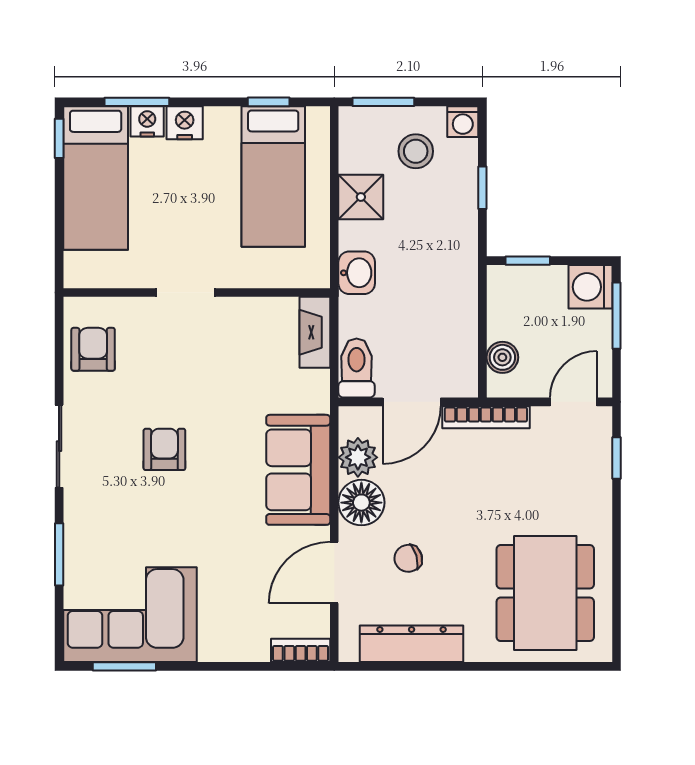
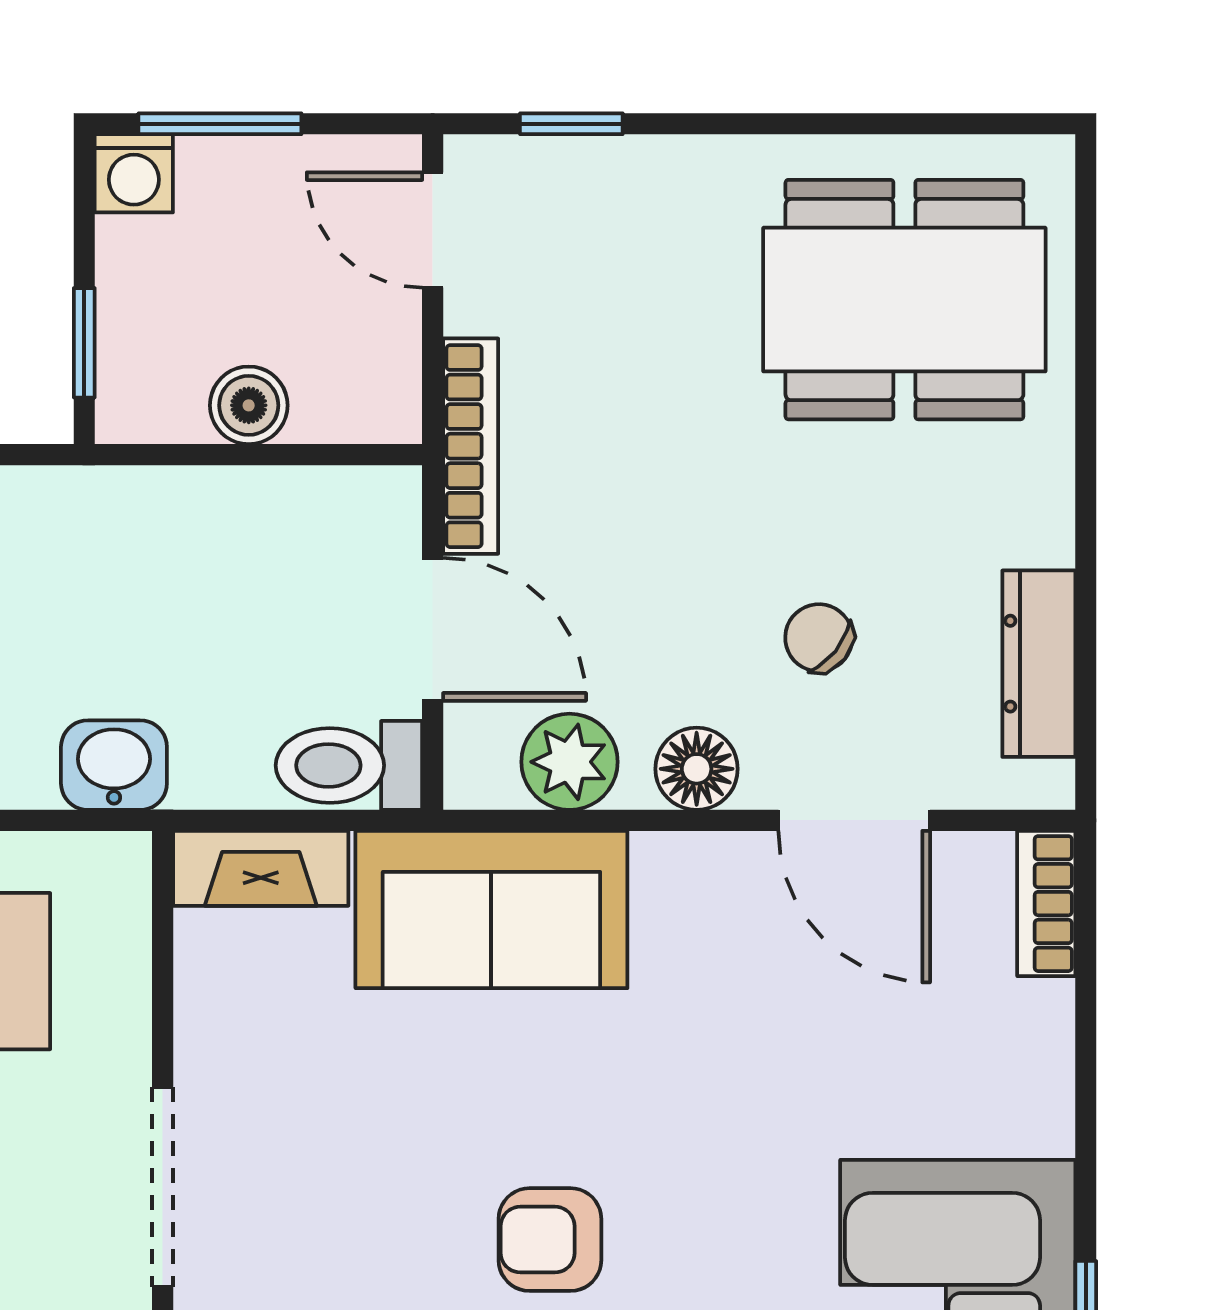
washing machine: (590, 287) -> (134, 173), width x0.73, depth x0.73
doorway: (186, 292) -> (163, 1187), width x1.38
boiler: (502, 357) -> (249, 405), moved
sofa: (298, 470) -> (491, 910), moved
floor lamp: (361, 503) -> (697, 769), width x0.73, depth x0.73
chair: (408, 558) -> (819, 638), turned 145
dresser: (412, 644) -> (1039, 664), width x0.73, depth x0.80

